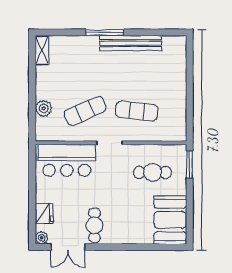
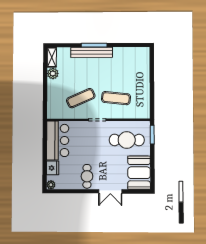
bench: (131, 43) -> (92, 52), moved
plant: (44, 108) -> (53, 73), moved
bar counter: (67, 160) -> (58, 140), moved, turned -90
cafe table: (152, 172) -> (127, 140), width x1.37, depth x1.35
double door: (68, 247) -> (110, 191), moved

